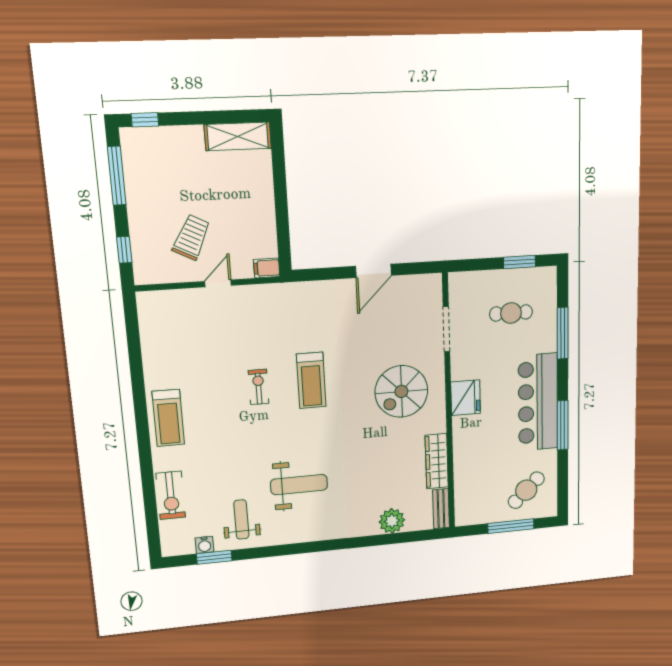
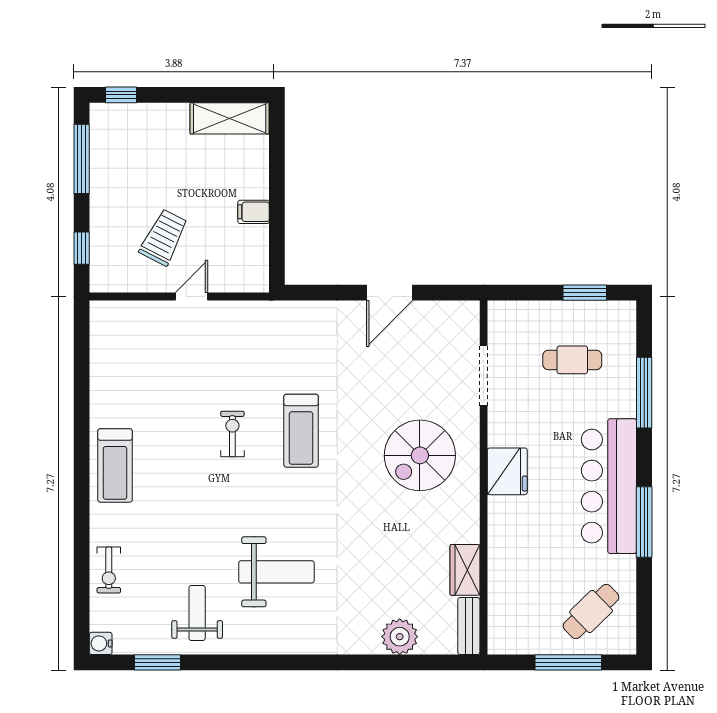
filing cabinet: (267, 268) -> (253, 212), moved
wardrobe: (437, 461) -> (465, 570), width x0.67
exercise bike: (171, 495) -> (109, 570), width x0.73, depth x0.72
water cooler: (205, 545) -> (101, 643), moved, turned 90

